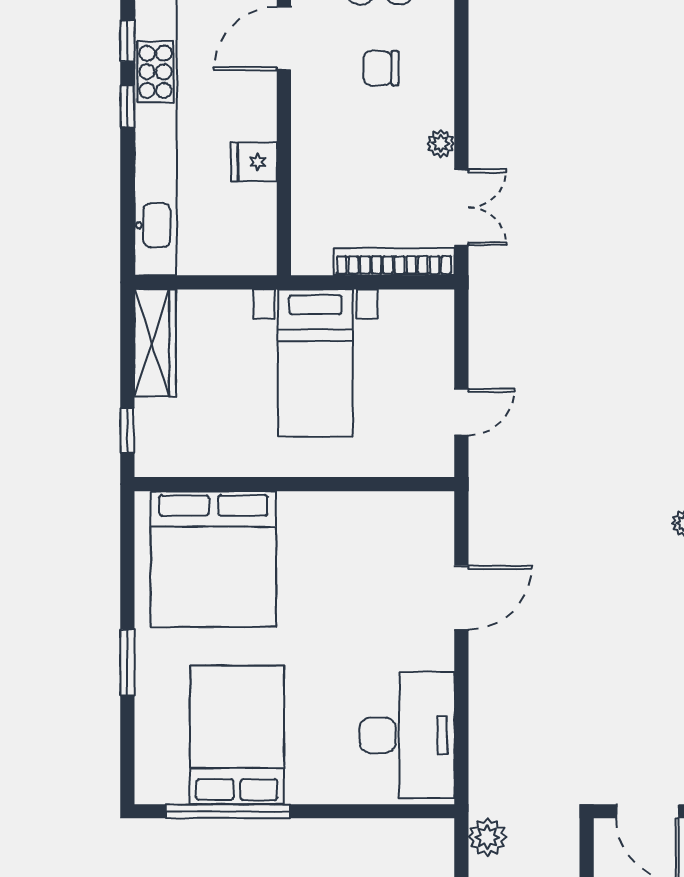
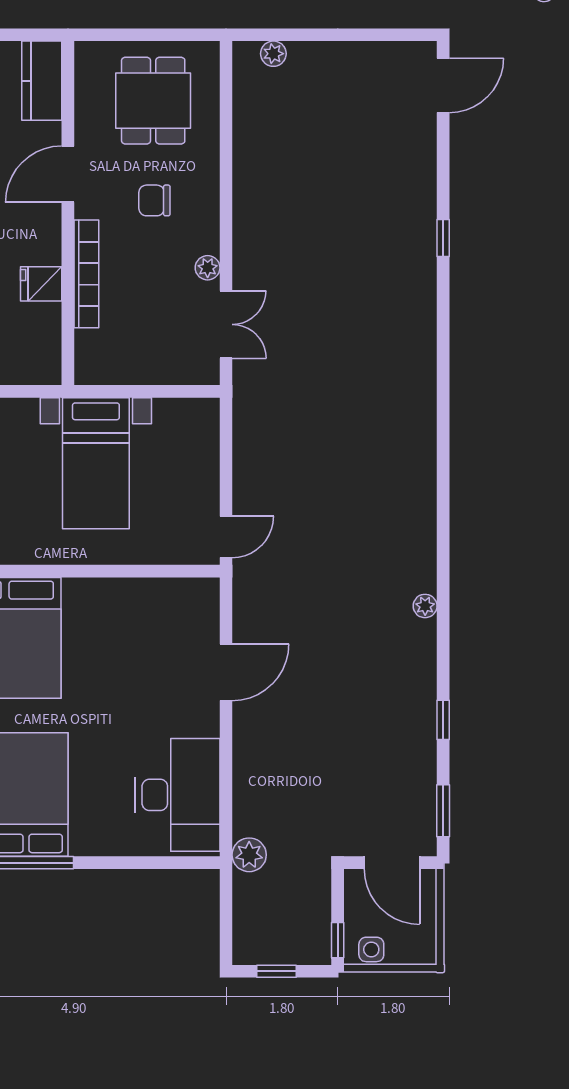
bookcase: (394, 262) -> (86, 274), moved, turned 90
door: (461, 412) -> (226, 537), moved
plant: (487, 837) -> (249, 855), moved

